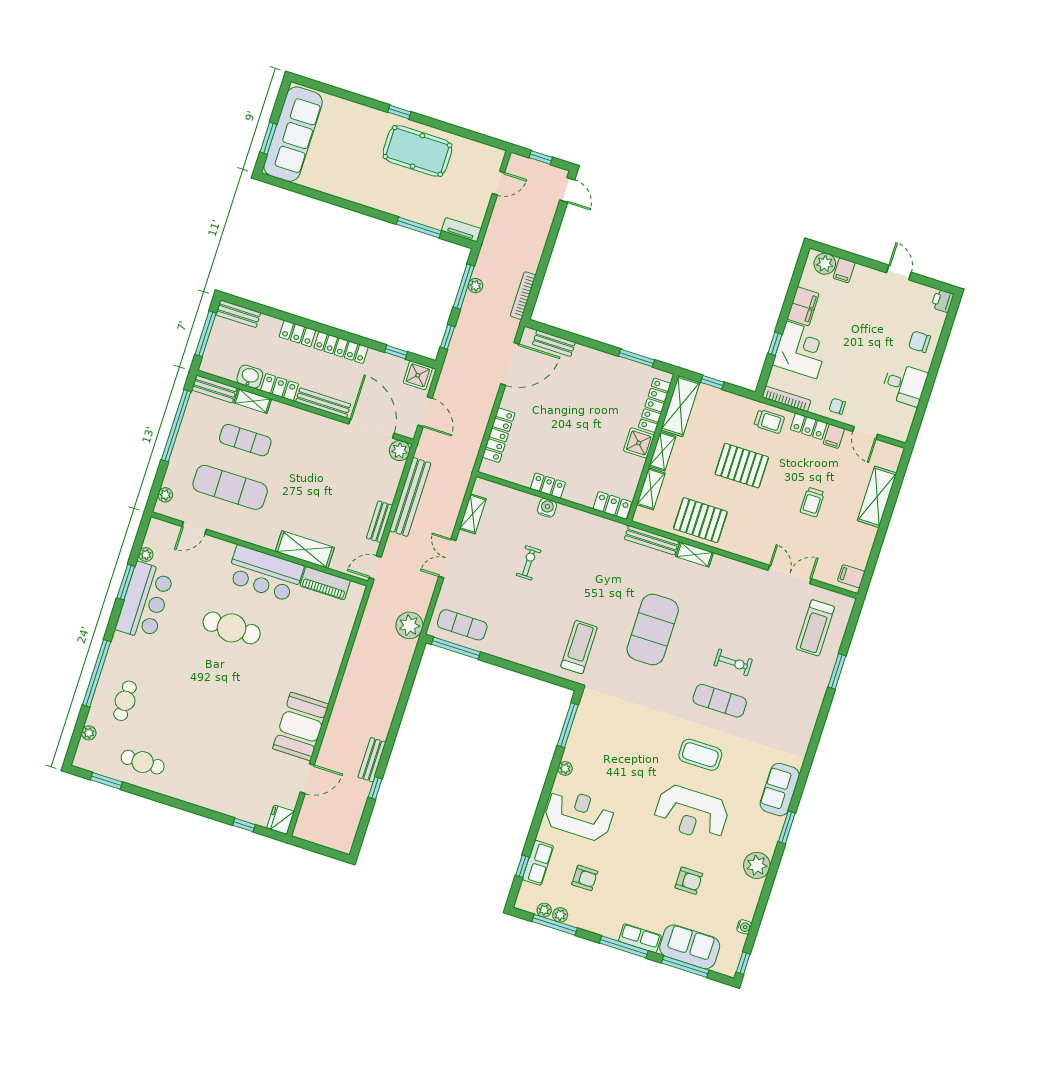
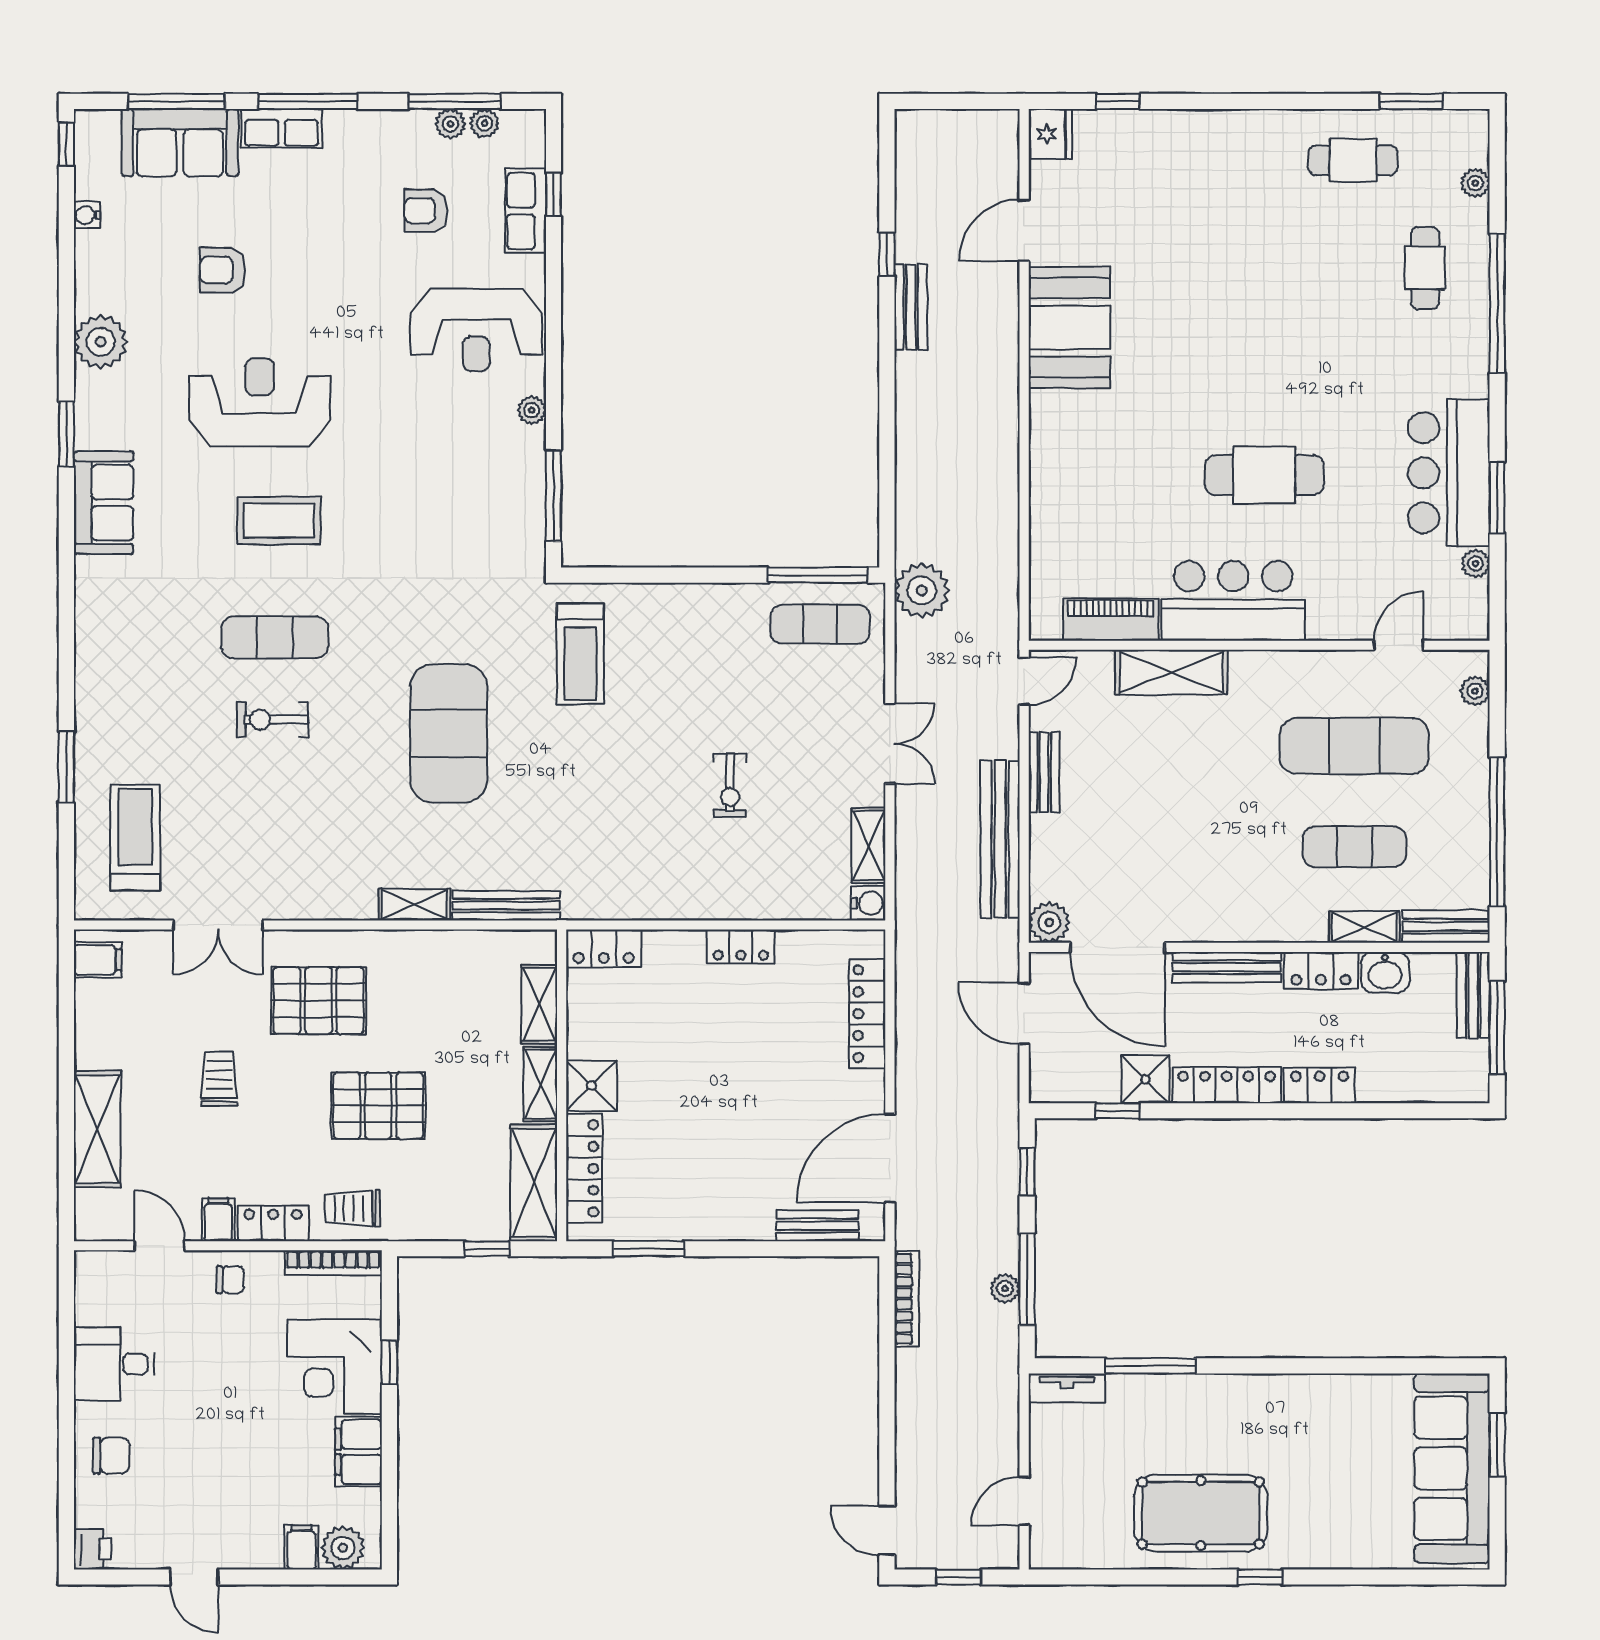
bench: (238, 314) -> (1473, 995), moved, turned 90
shower: (418, 375) -> (1145, 1079), moved
water cooler: (547, 508) -> (868, 903), moved, turned -90
pallet: (700, 520) -> (318, 1001), moved

